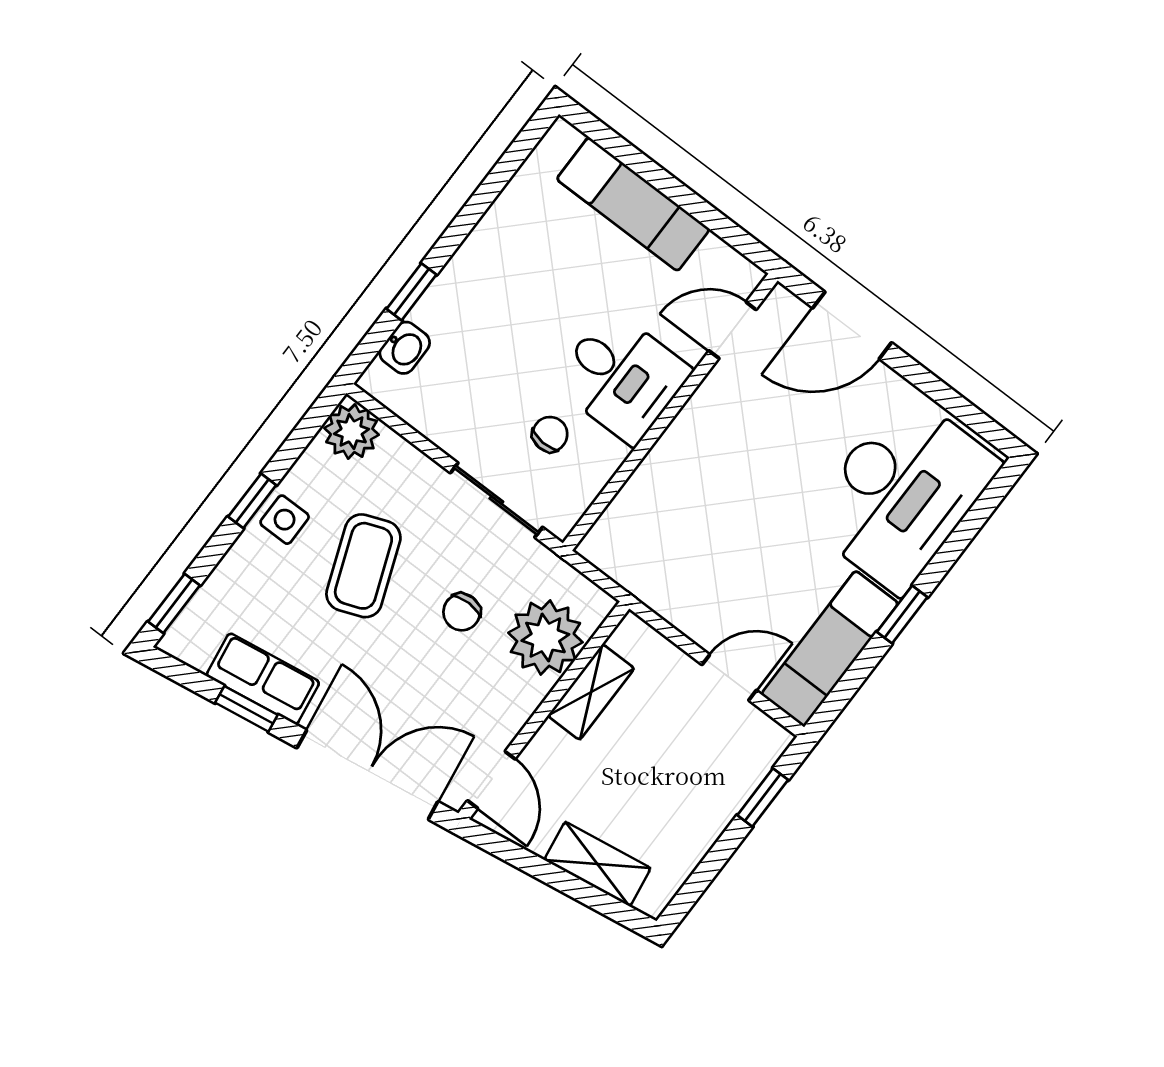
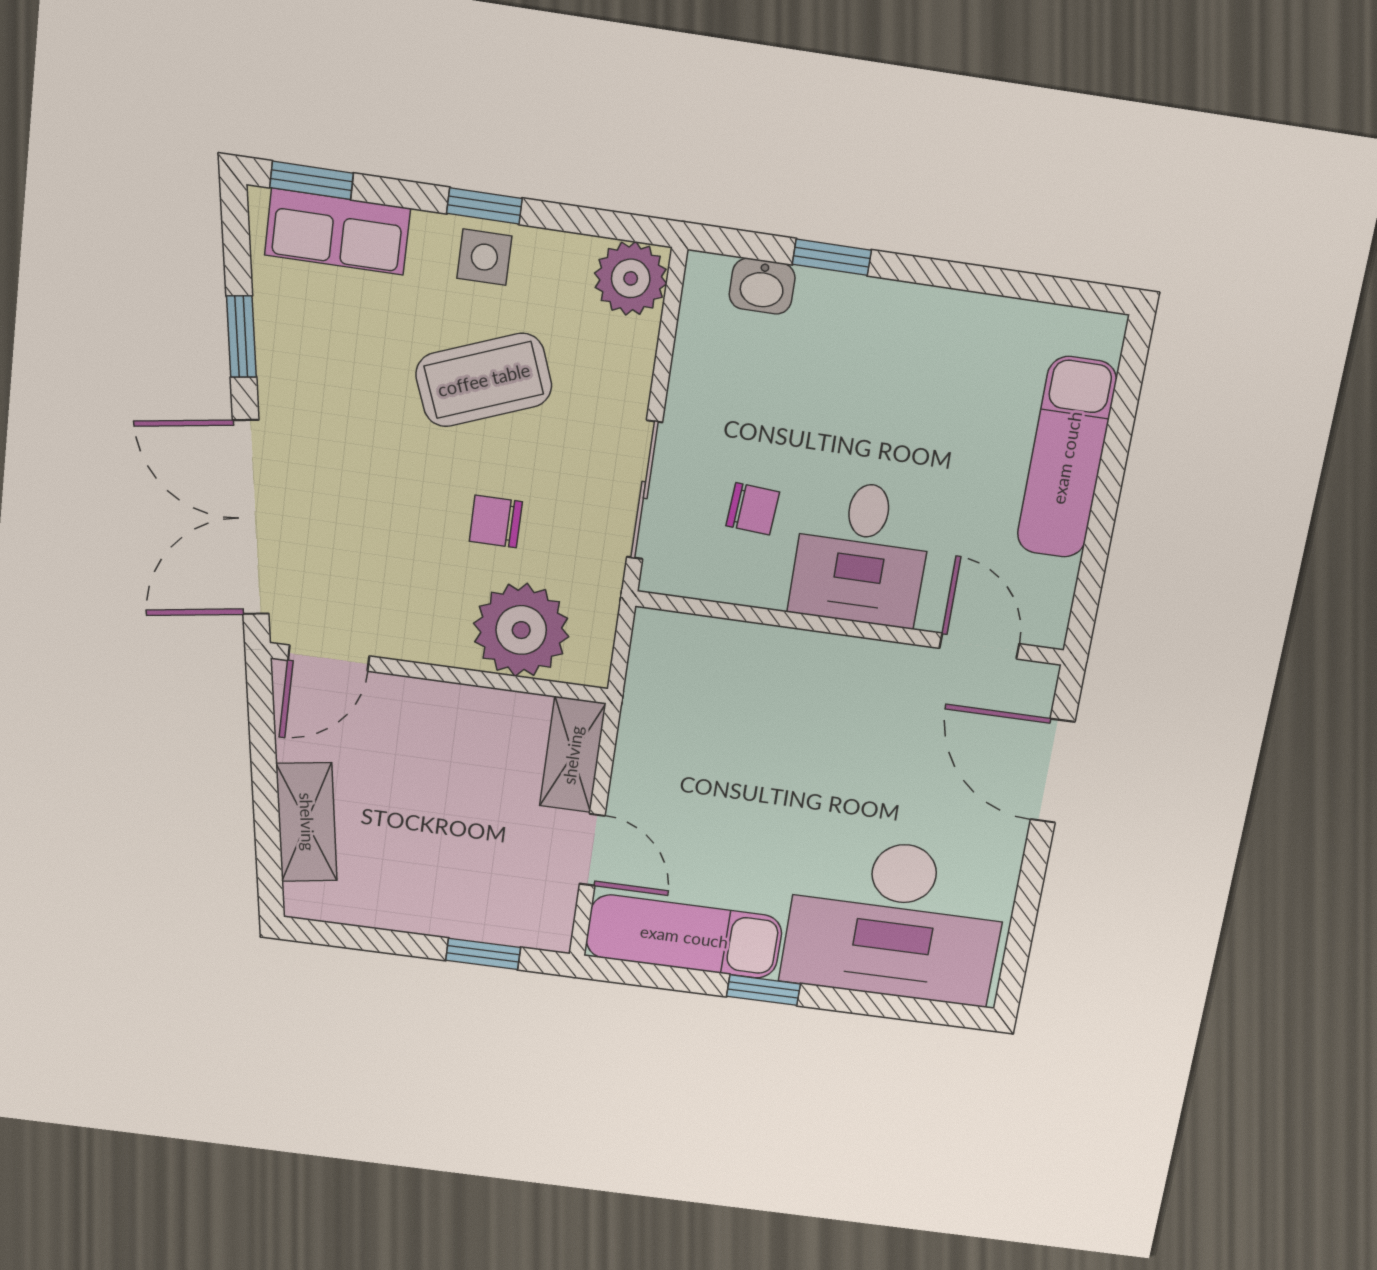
row of seats: (263, 679) -> (338, 232), moved, turned 99
shelving: (591, 692) -> (573, 755), moved, turned 90
double door: (367, 775) -> (251, 518), swing flipped

